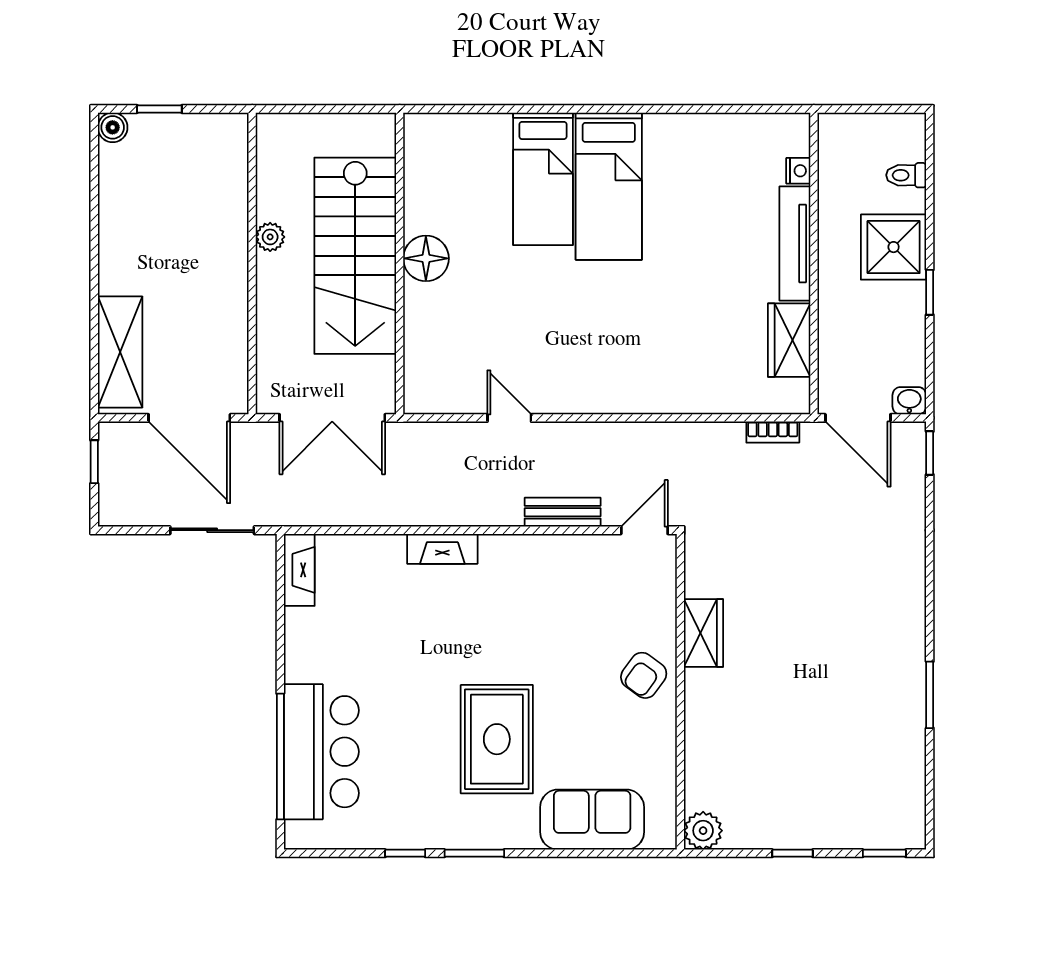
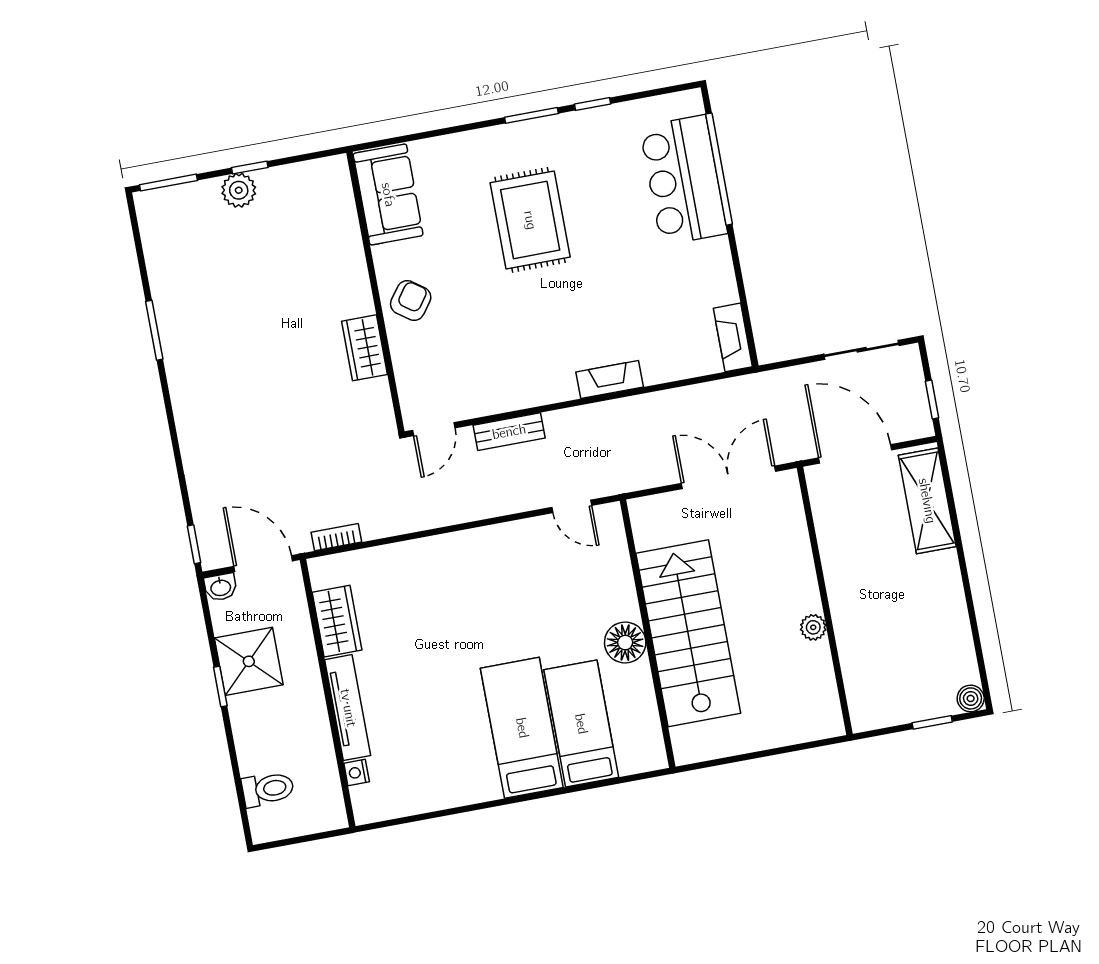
toilet: (906, 175) -> (268, 789), width x1.37, depth x1.39
shower: (894, 247) -> (249, 661), moved
stairs: (355, 256) -> (688, 633), moved
floor lamp: (426, 258) -> (625, 643), moved
wall: (400, 263) -> (648, 634), moved
sliding door: (212, 530) -> (862, 350), moved
sofa: (592, 820) -> (388, 195), moved, turned -90
plant: (703, 831) -> (239, 190), moved
window: (884, 853) -> (168, 183), width x1.50

